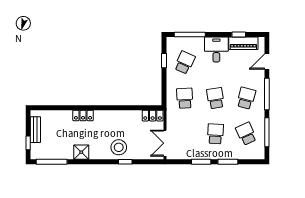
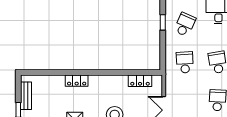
locker: (153, 116) -> (140, 81), moved

